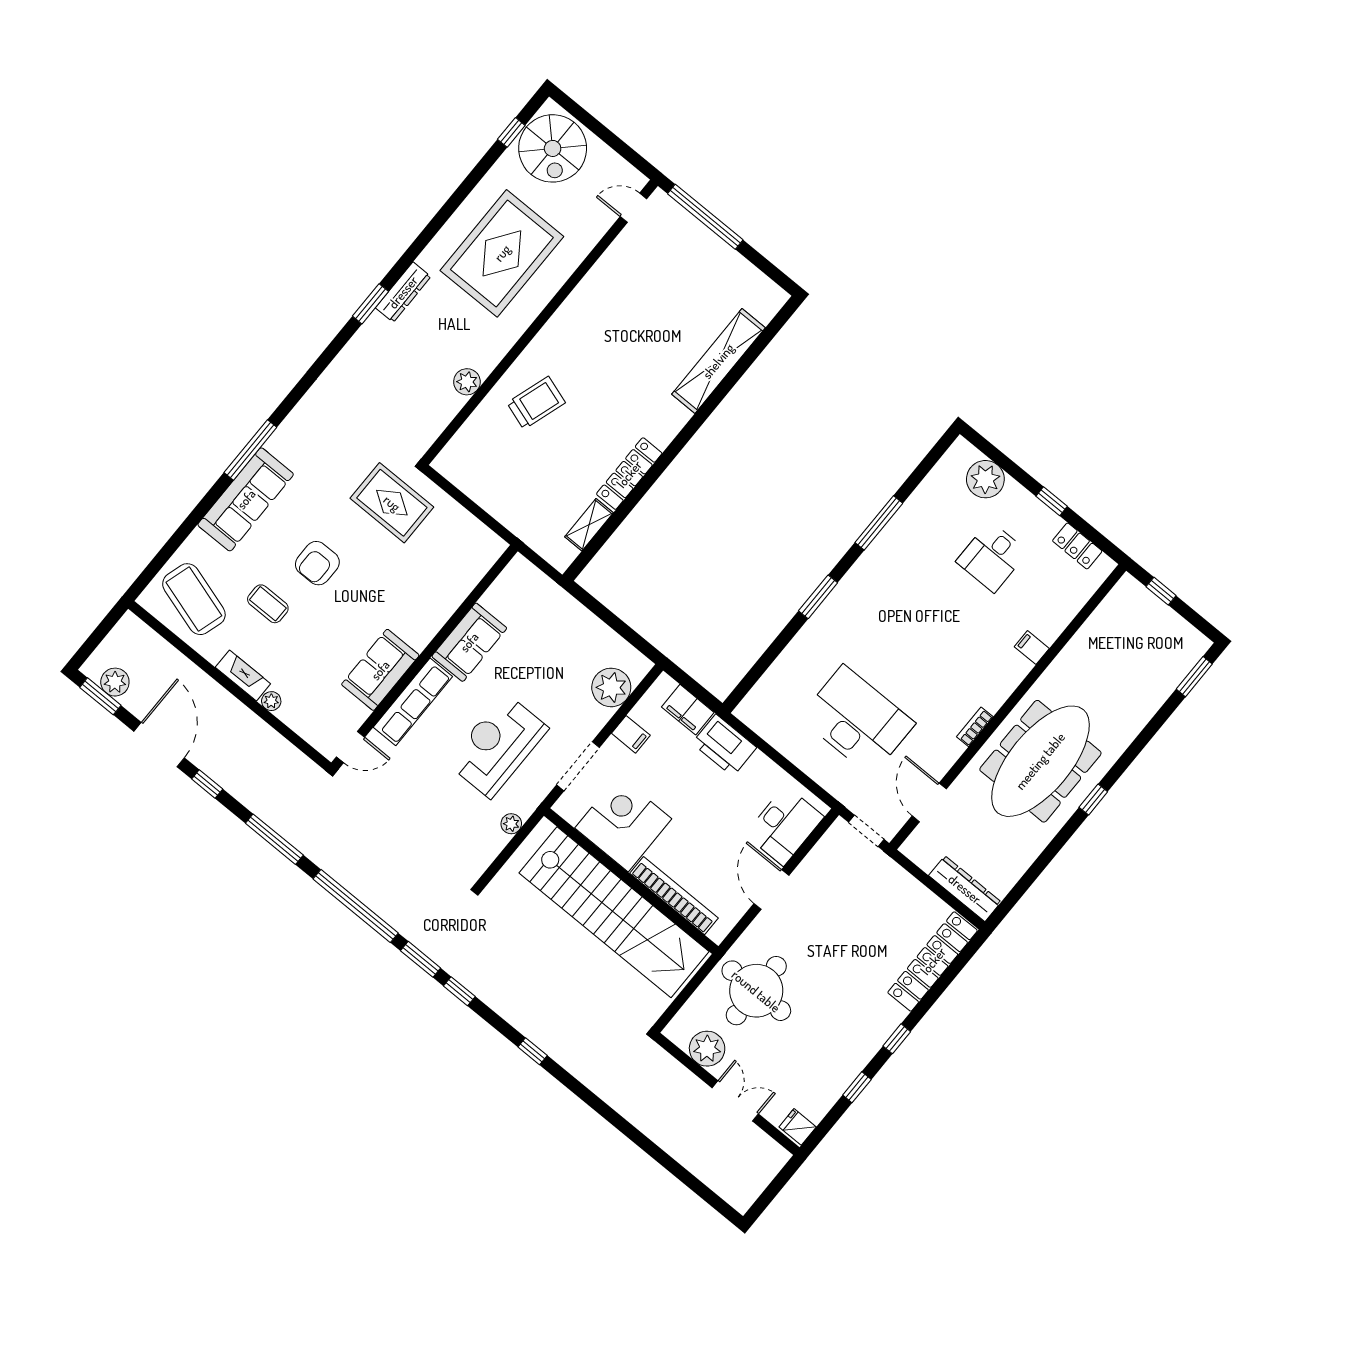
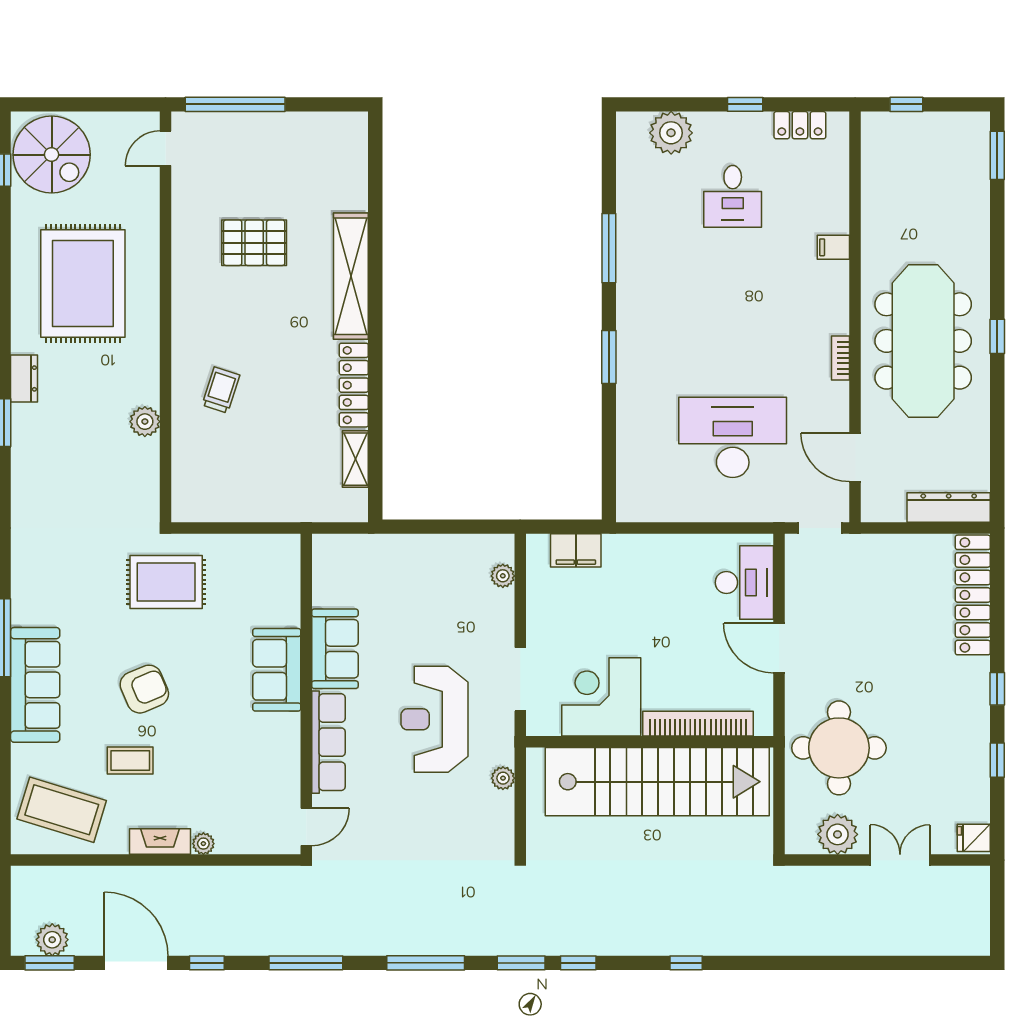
dresser: (403, 292) -> (24, 378), width x0.70
pallet: (641, 321) -> (254, 243), added
shelving: (718, 361) -> (351, 276), moved
trolley: (536, 403) -> (221, 390), width x0.73, depth x0.72
armchair: (317, 563) -> (144, 689), turned -113
sofa: (380, 670) -> (277, 670), moved
plant: (611, 687) -> (503, 576), width x0.53, depth x0.53
filing cabinet: (631, 734) -> (544, 613), removed
printer: (724, 745) -> (634, 555), removed
window: (356, 906) -> (426, 963), width x0.68

